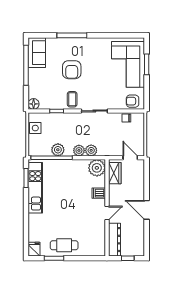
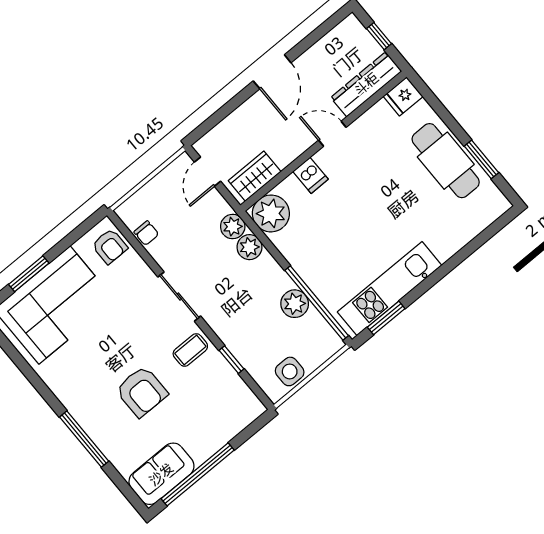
armchair: (72, 70) -> (142, 392), turned 90
floor lamp: (34, 104) -> (252, 408), removed
plant: (79, 150) -> (233, 227), moved
cafe table: (64, 245) -> (446, 161), width x1.37, depth x1.35
fridge: (34, 249) -> (403, 96), moved

